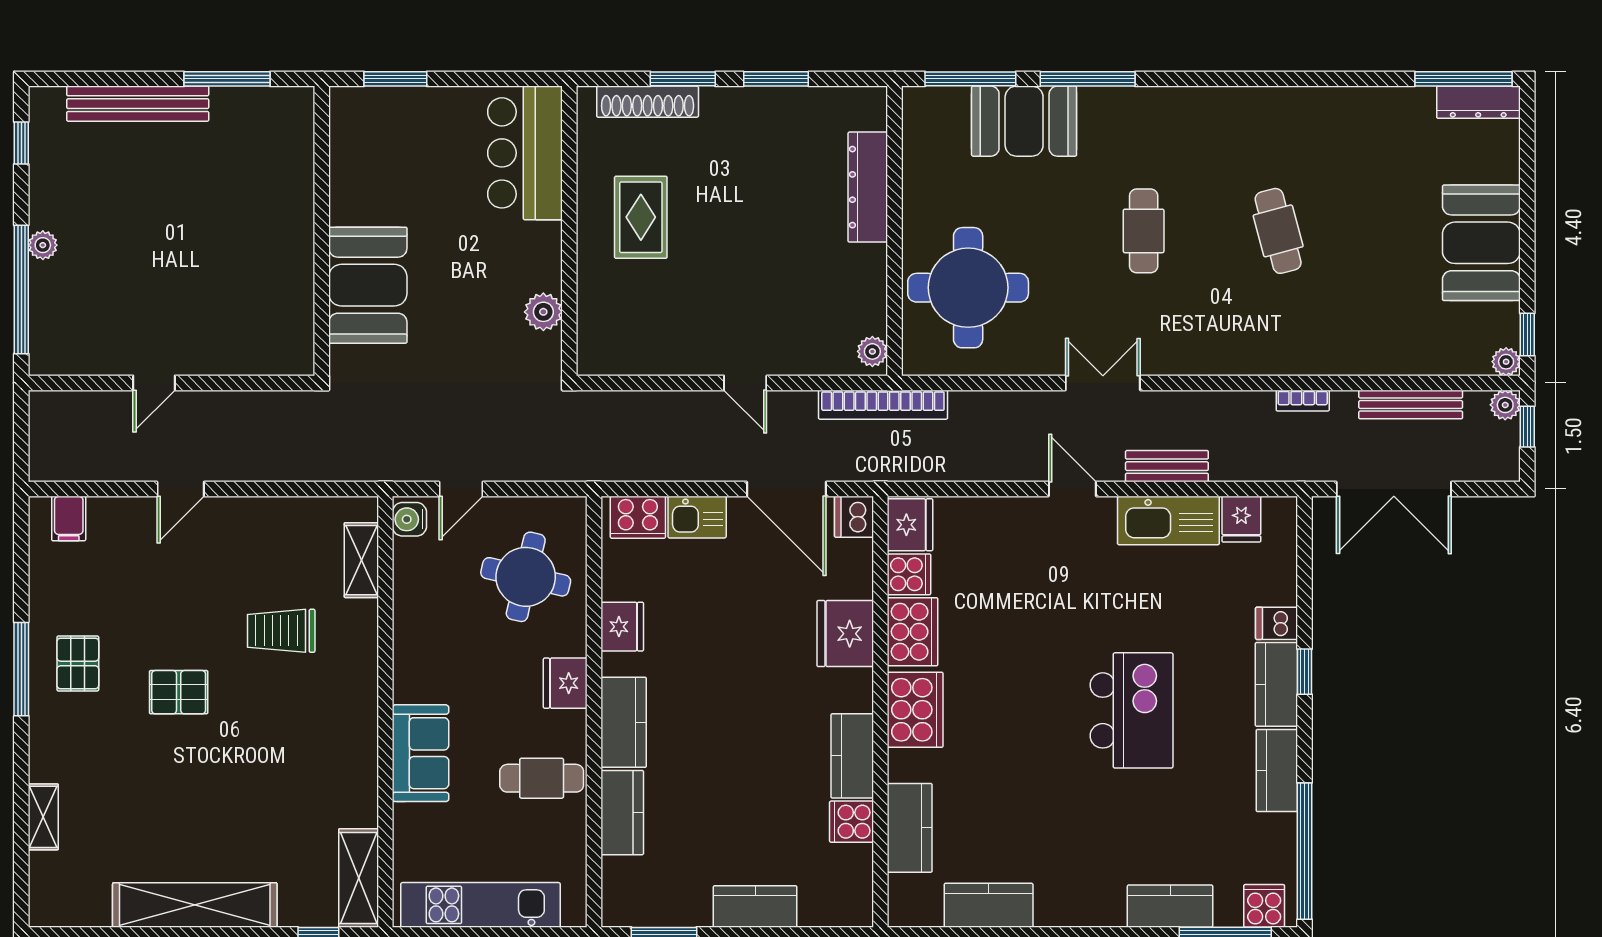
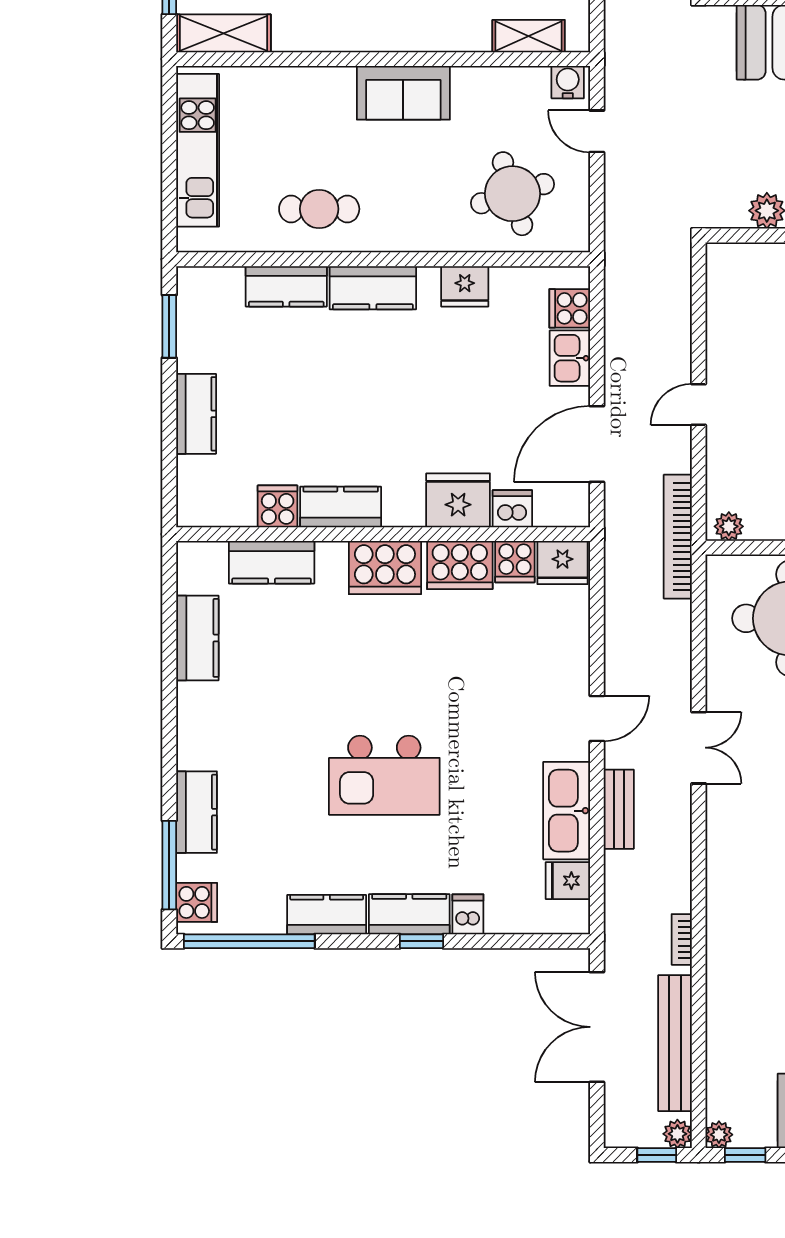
bench: (1411, 404) -> (675, 1043), width x1.37, depth x1.21
cooker: (638, 517) -> (570, 308), width x0.73
dishwasher: (854, 517) -> (512, 509), moved
round table: (526, 577) -> (512, 194), turned -30
fridge: (565, 683) -> (410, 232), removed
sofa: (421, 753) -> (403, 93), moved
cafe table: (542, 778) -> (319, 209), turned 90

